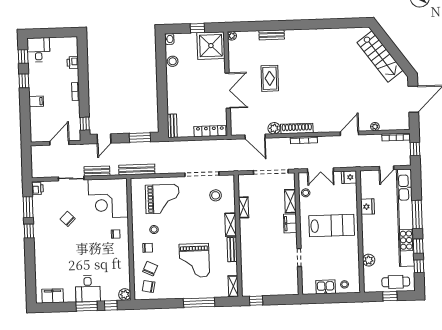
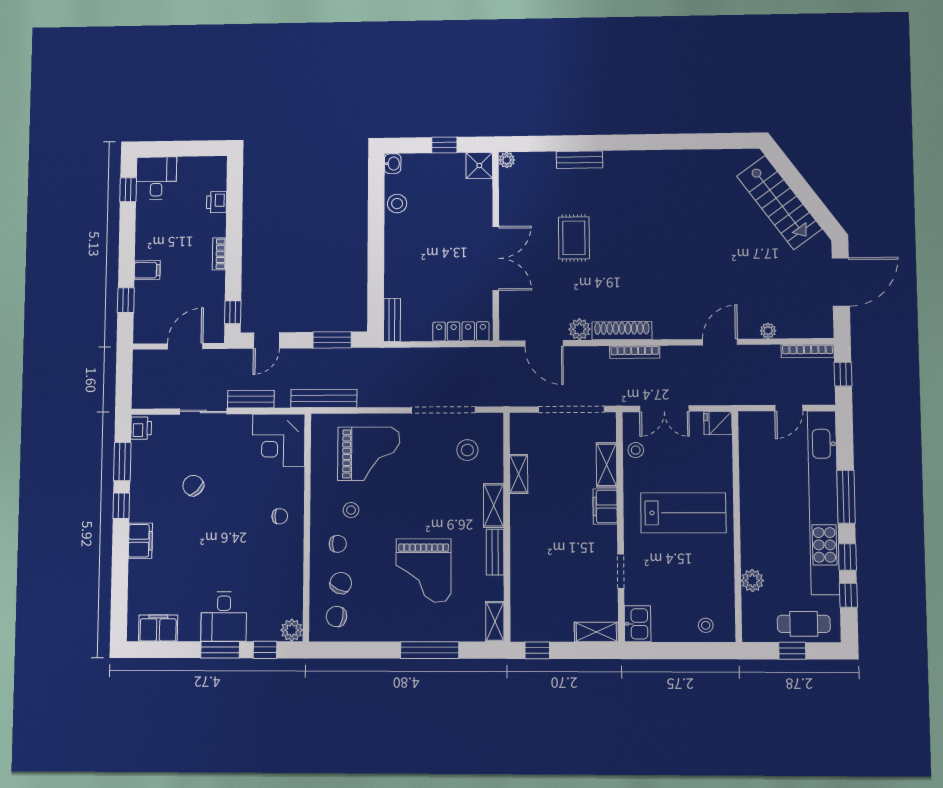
shower: (211, 46) -> (479, 165), width x0.54, depth x0.54
window: (24, 81) -> (126, 300), moved
corner desk: (108, 198) -> (279, 440), width x0.74, depth x0.74
fridge: (367, 207) -> (752, 479), removed
filing cabinet: (40, 250) -> (140, 541), added
kitchen sink: (326, 287) -> (638, 624), moved, turned 90
shelving: (287, 290) -> (596, 632), added

